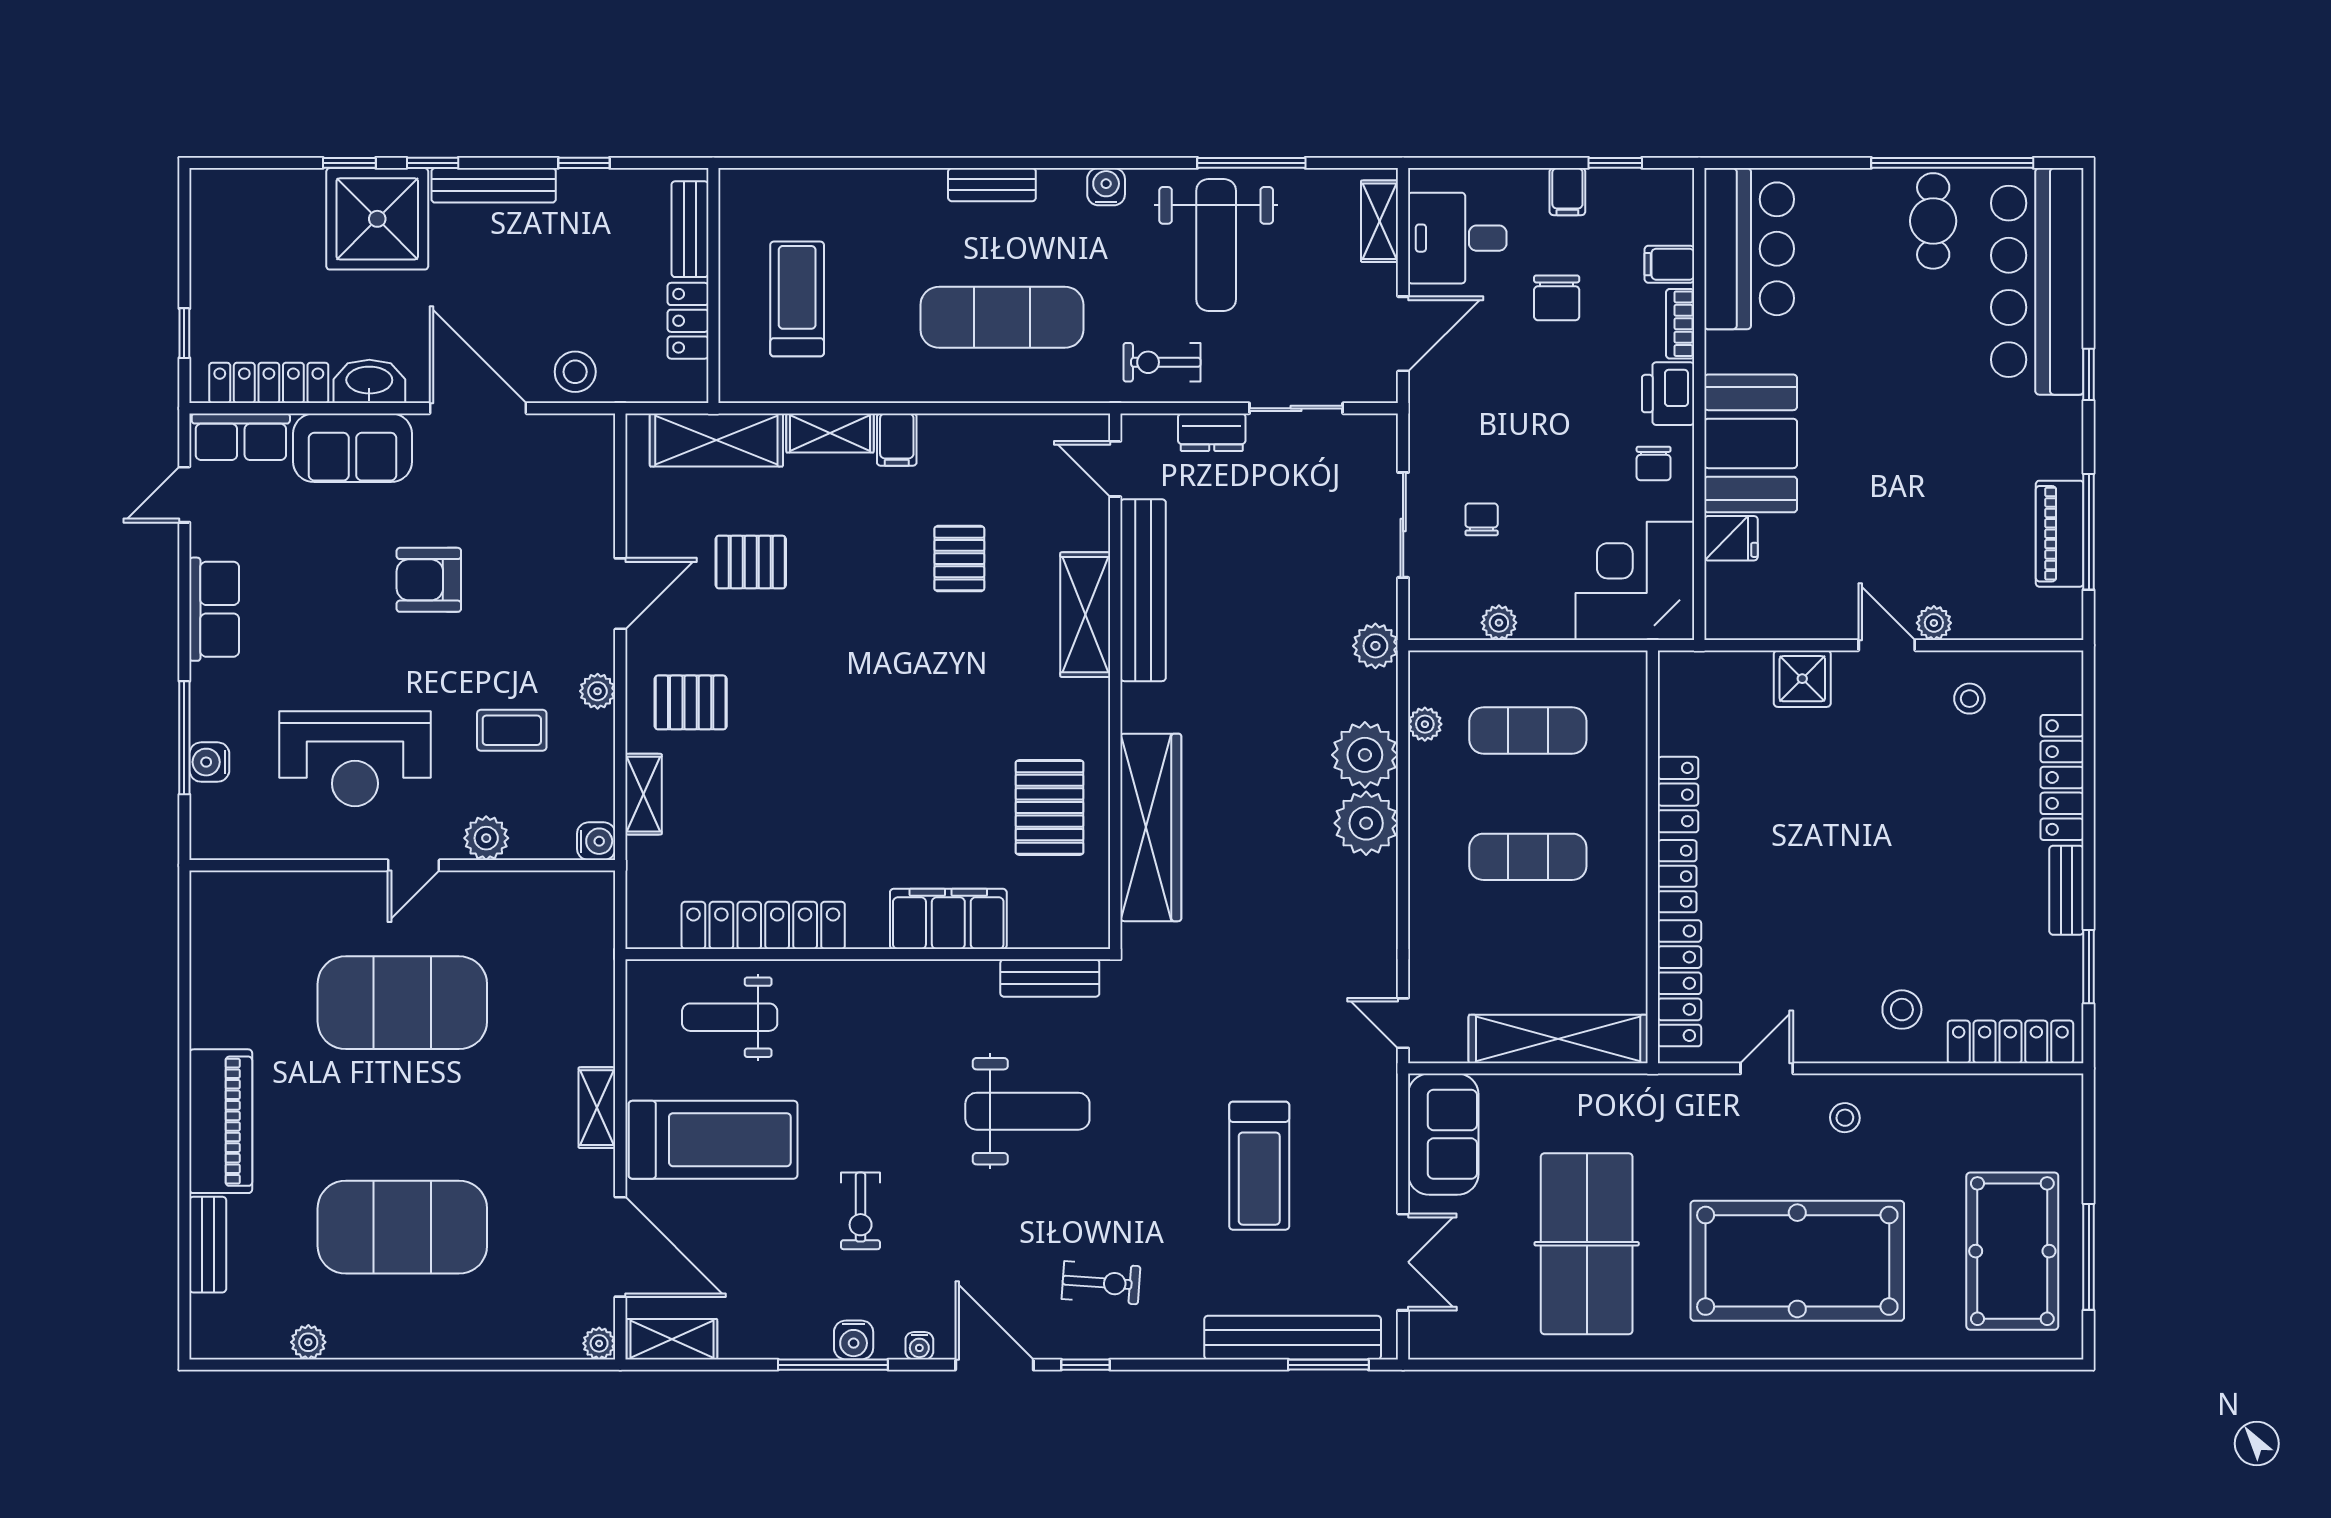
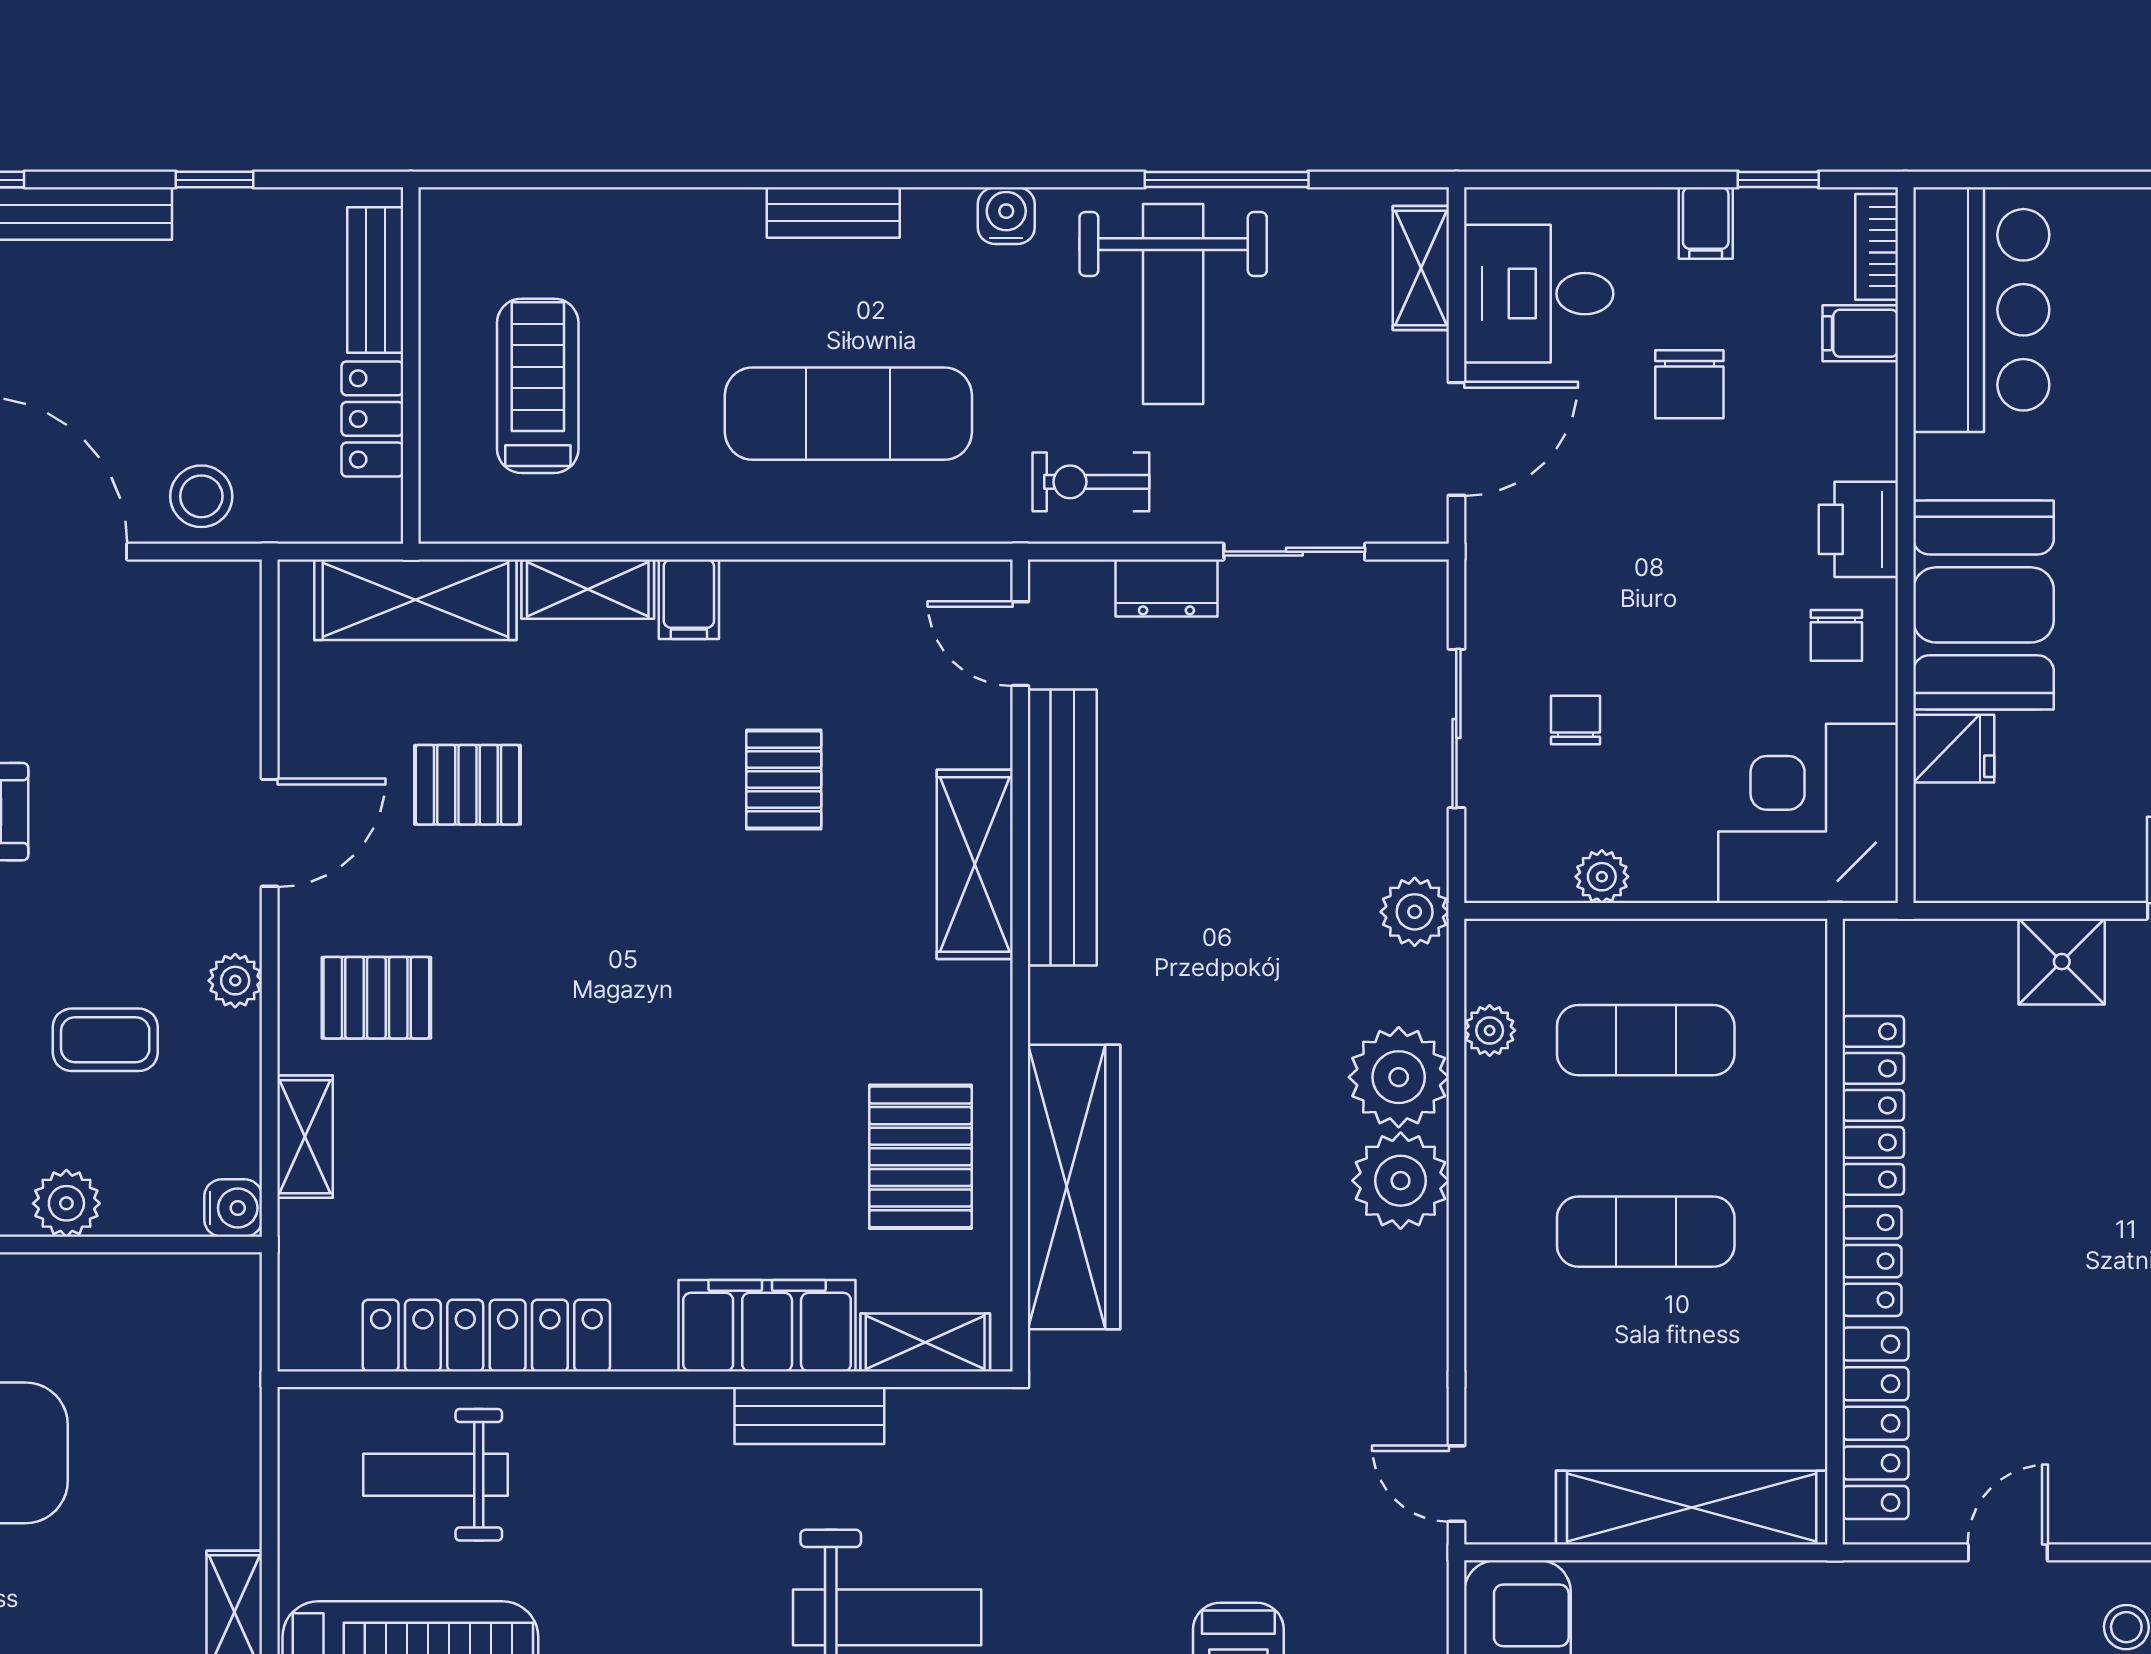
bookcase: (1680, 324) -> (1877, 247), moved
locker: (1678, 795) -> (1873, 1105), width x1.53
shelving: (1053, 930) -> (925, 1342), added
bench: (1050, 978) -> (809, 1415), moved

